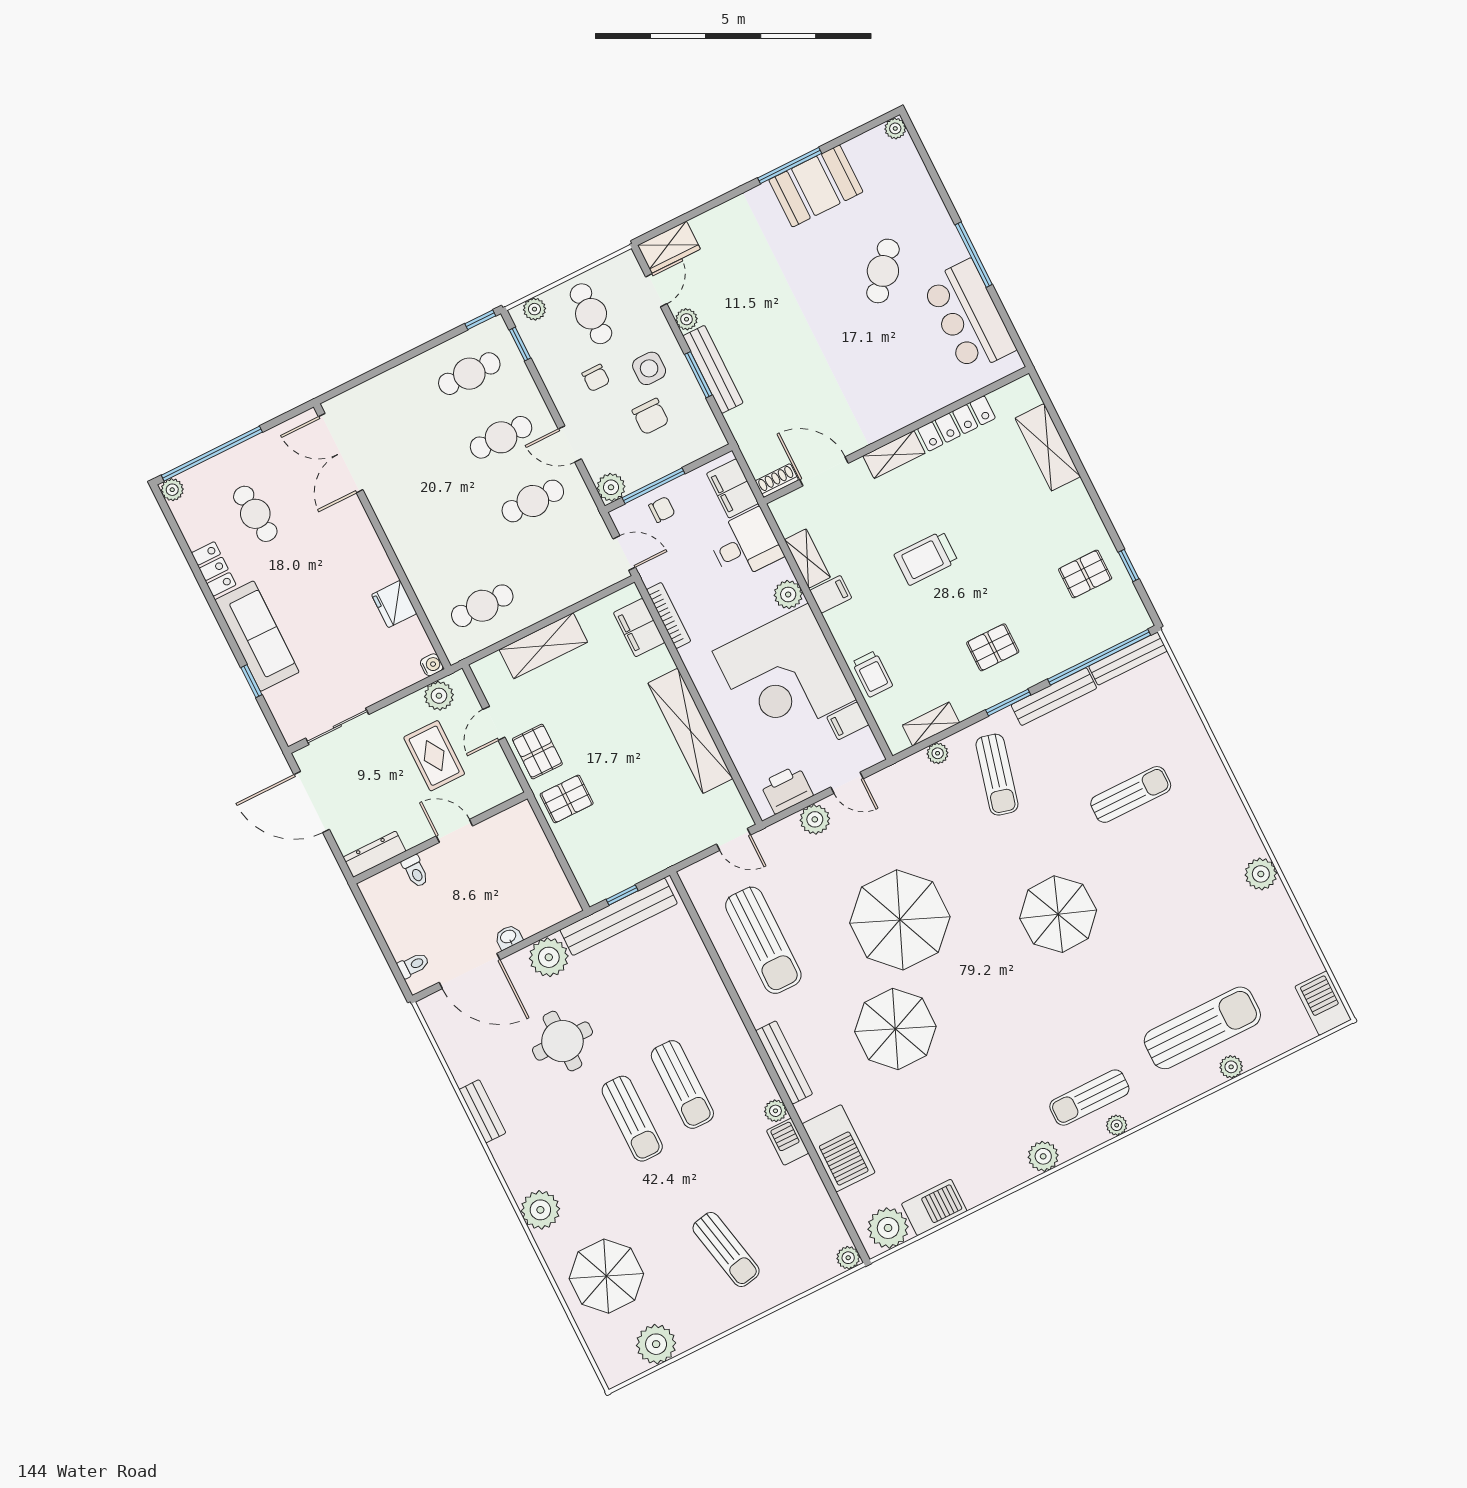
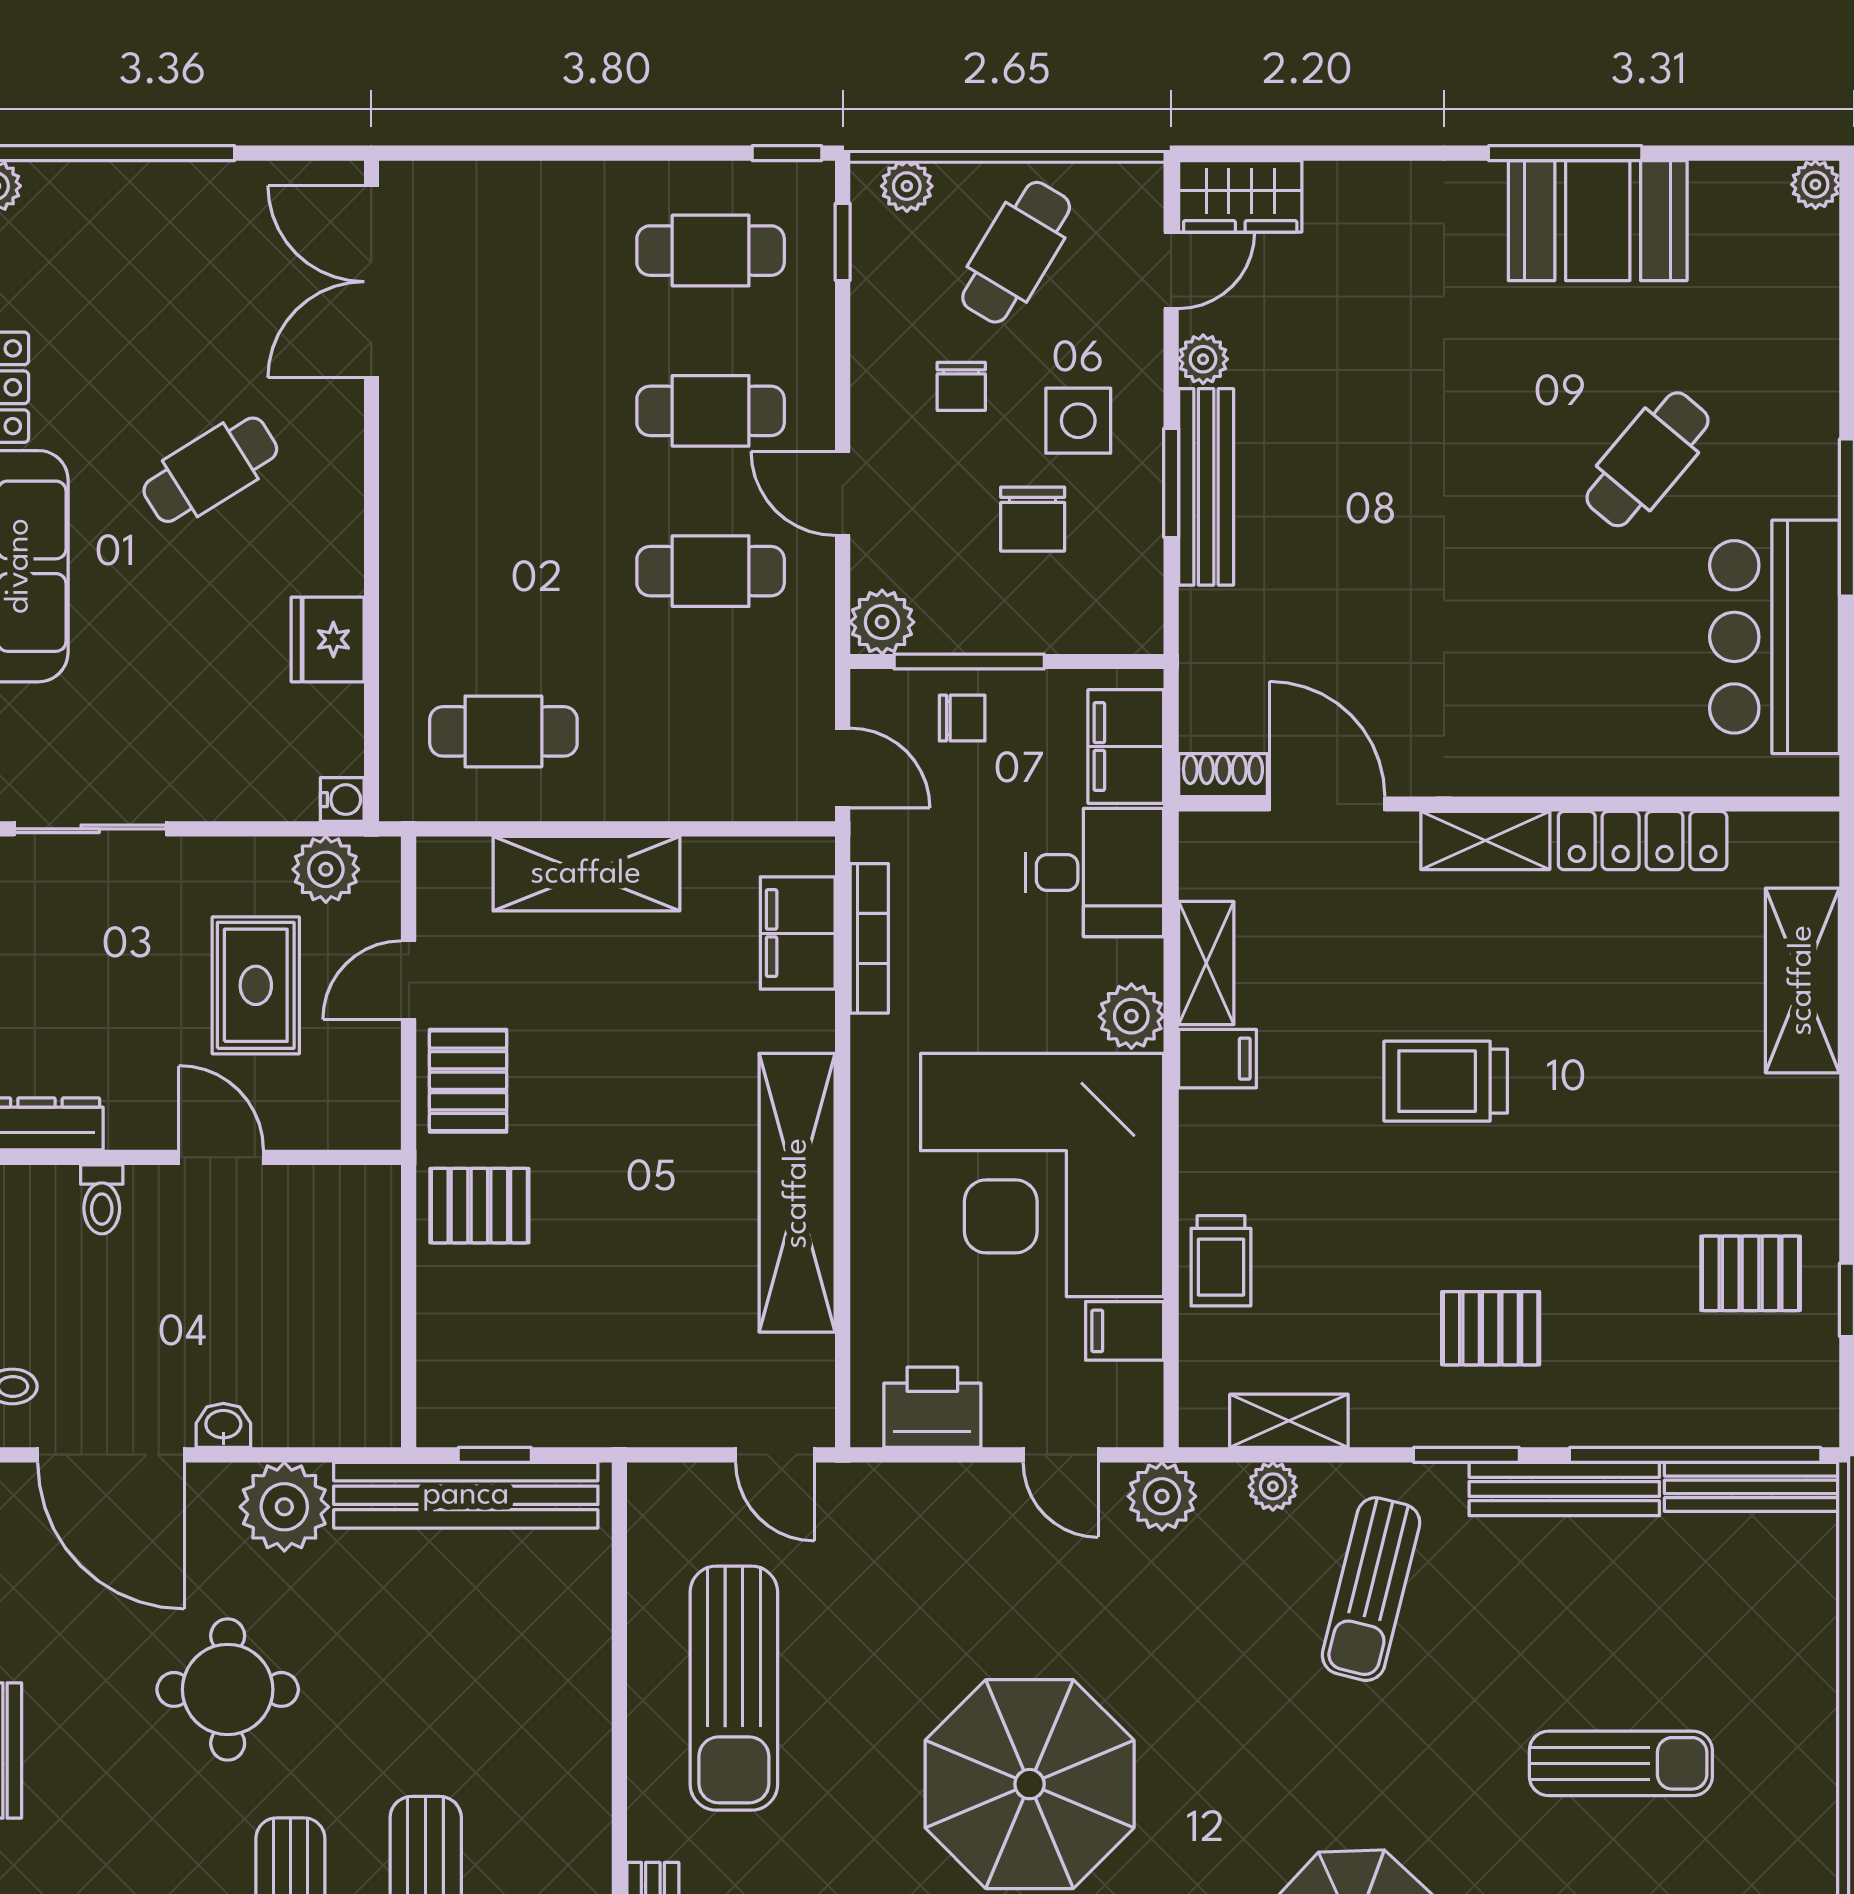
cafe table: (591, 314) -> (1016, 252), turned 31
cafe table: (255, 514) -> (210, 470), moved, turned 64
plant: (815, 819) -> (1162, 1496), moved

